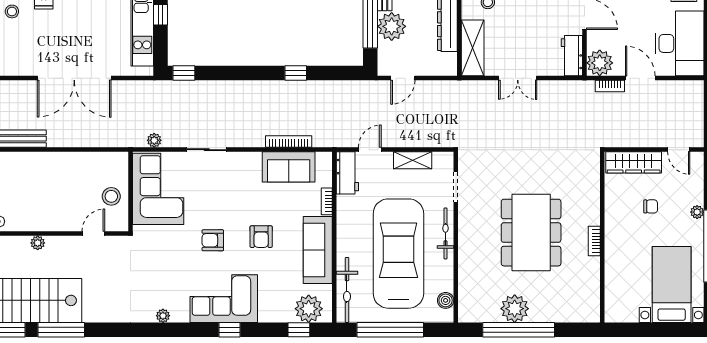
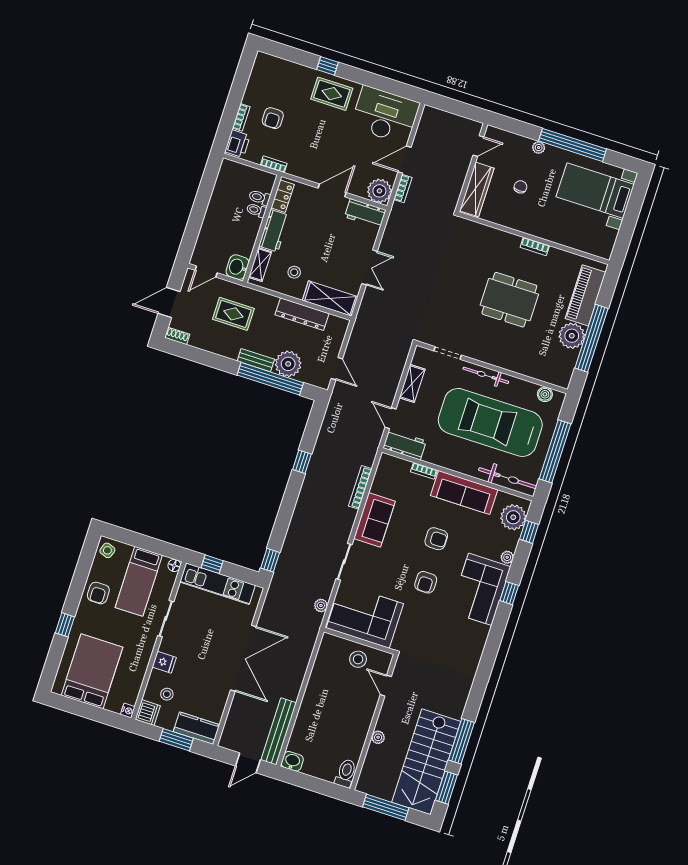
sofa: (289, 167) -> (374, 520), moved
dining table: (531, 233) -> (509, 300), width x0.73, depth x0.80
piano: (561, 309) -> (585, 295), added
plant: (163, 316) -> (507, 557), moved

